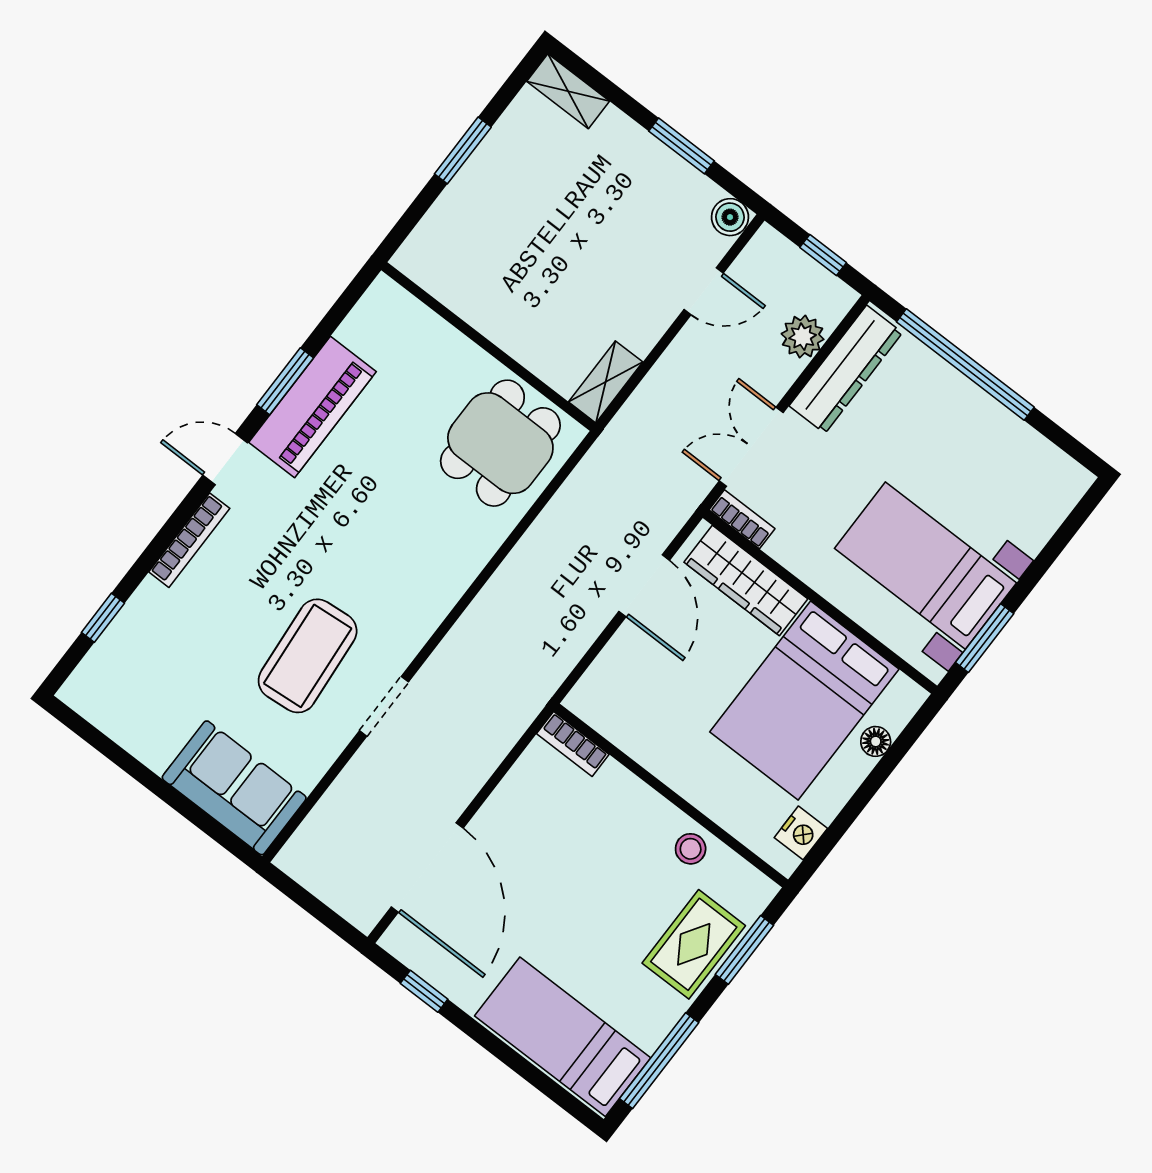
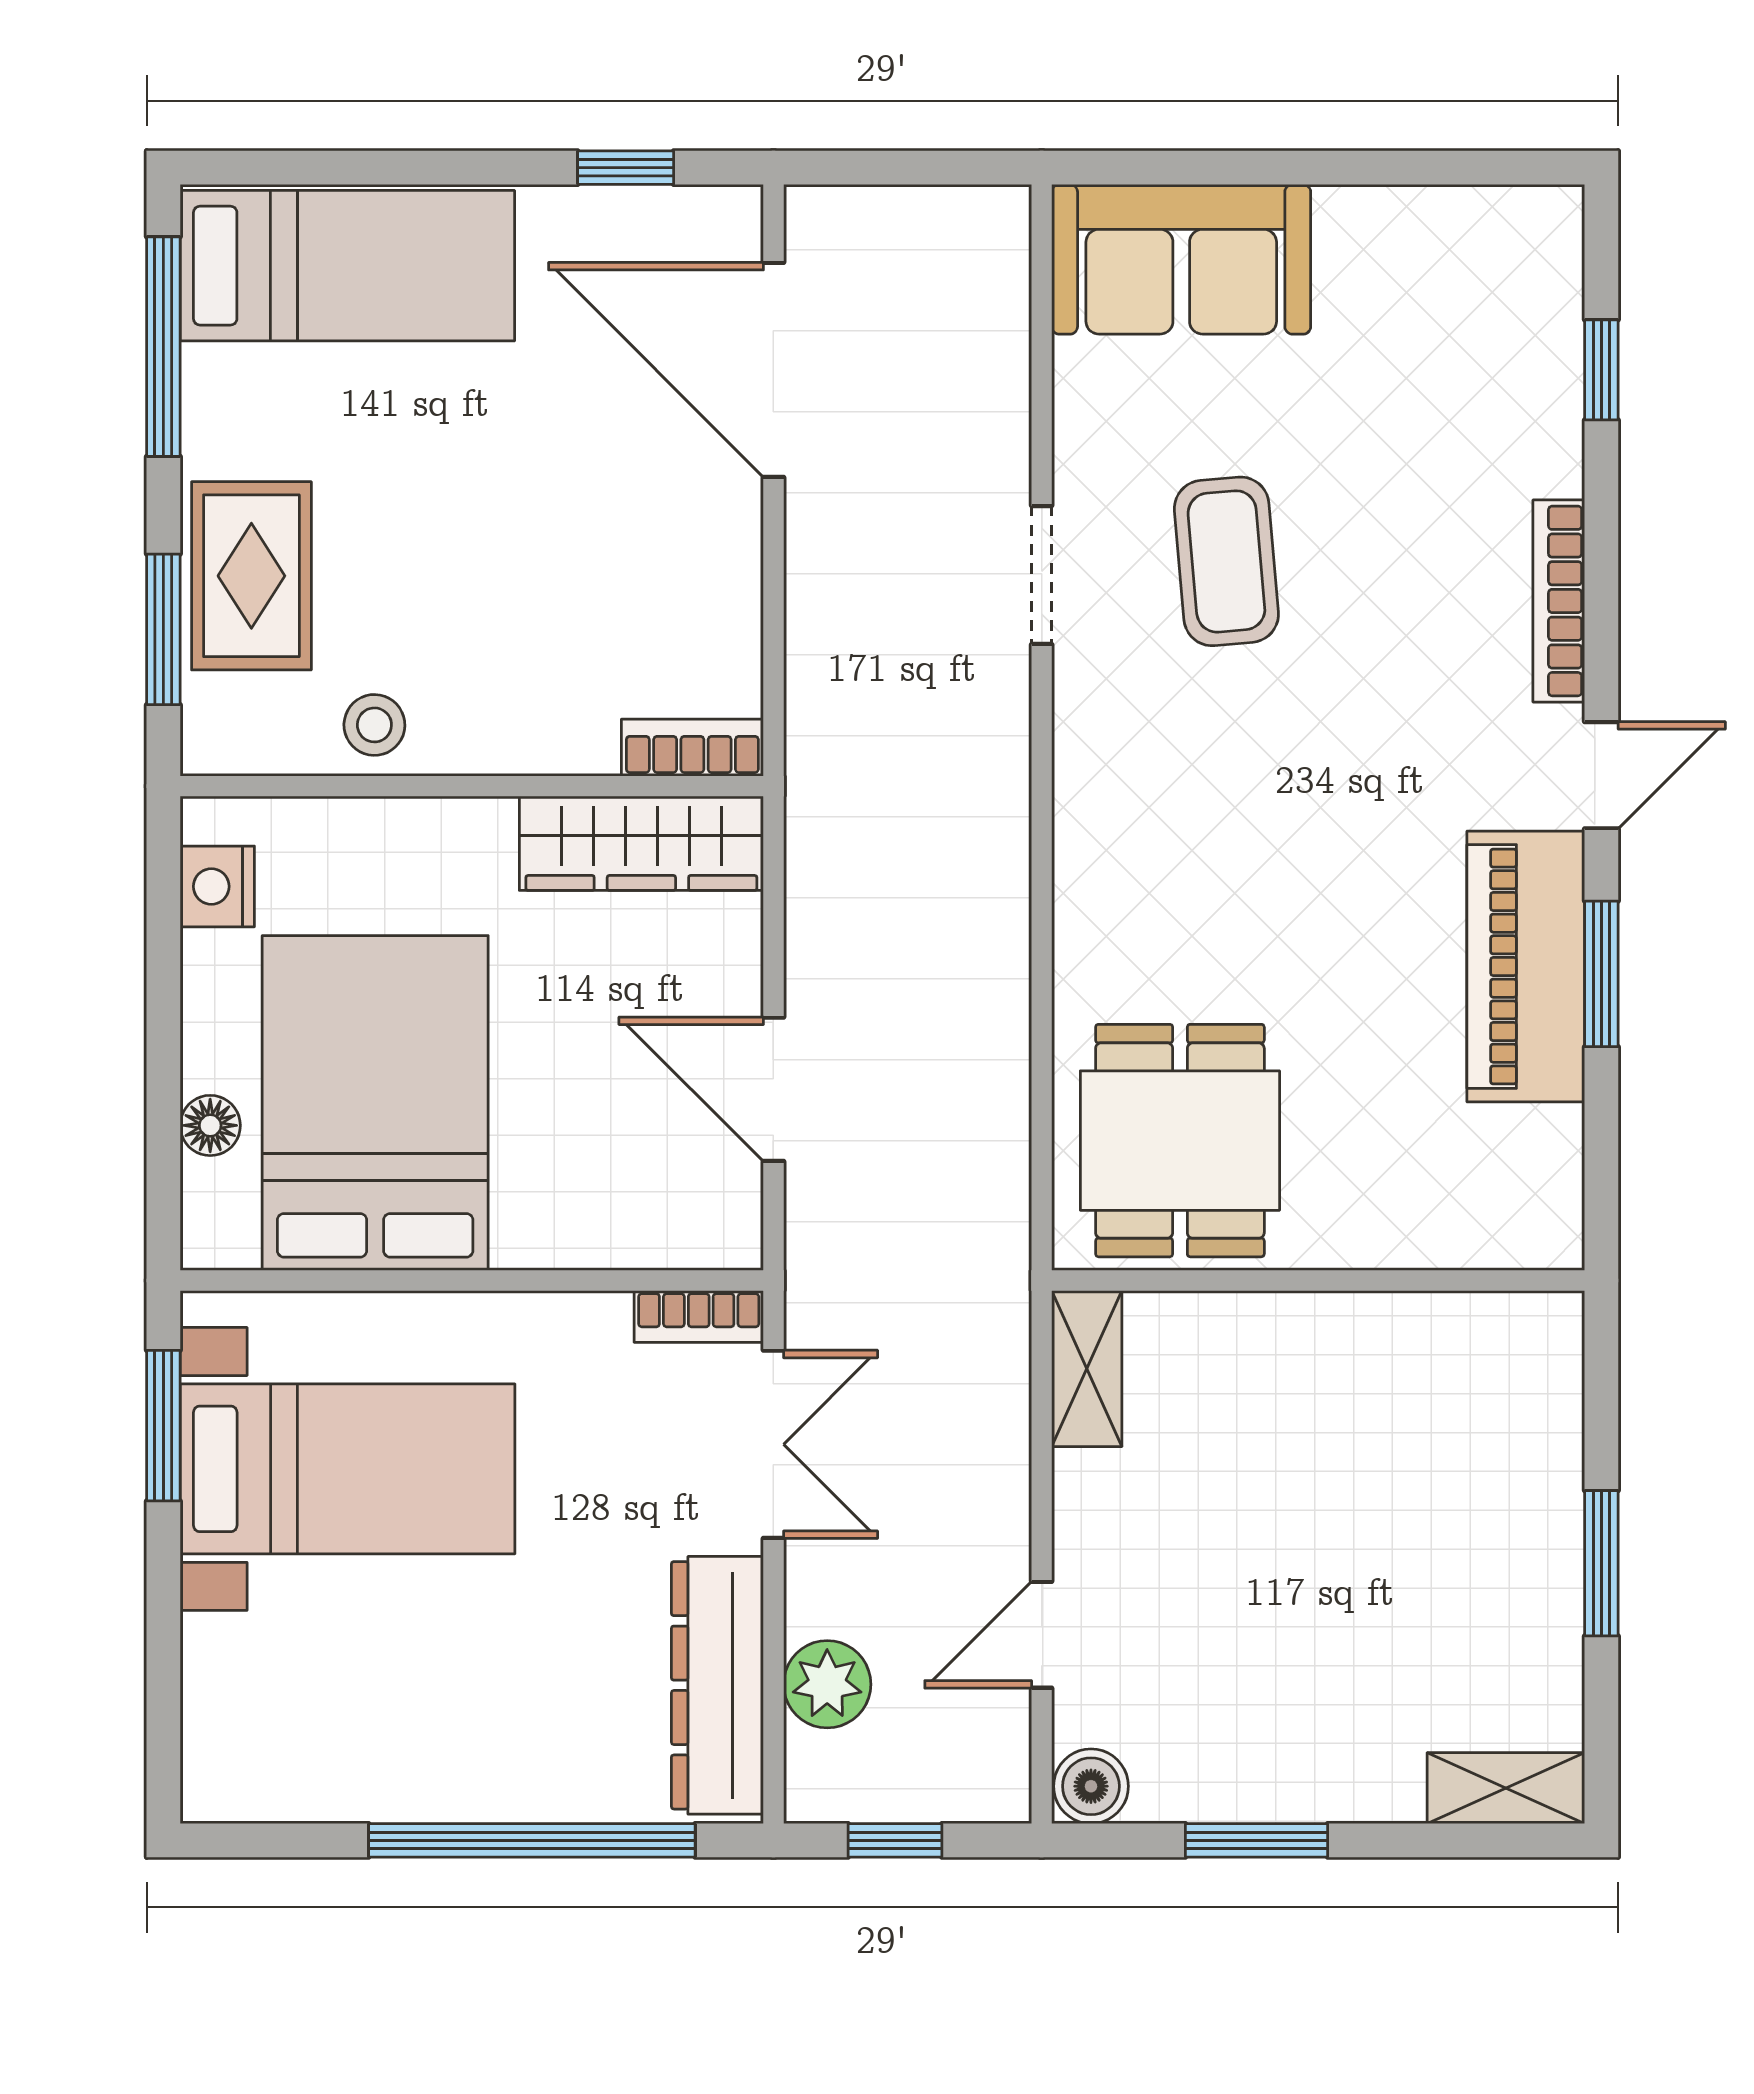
wardrobe: (746, 581) -> (641, 843), moved, turned 180
coffee table: (308, 656) -> (1226, 561), width x0.73, depth x0.76

